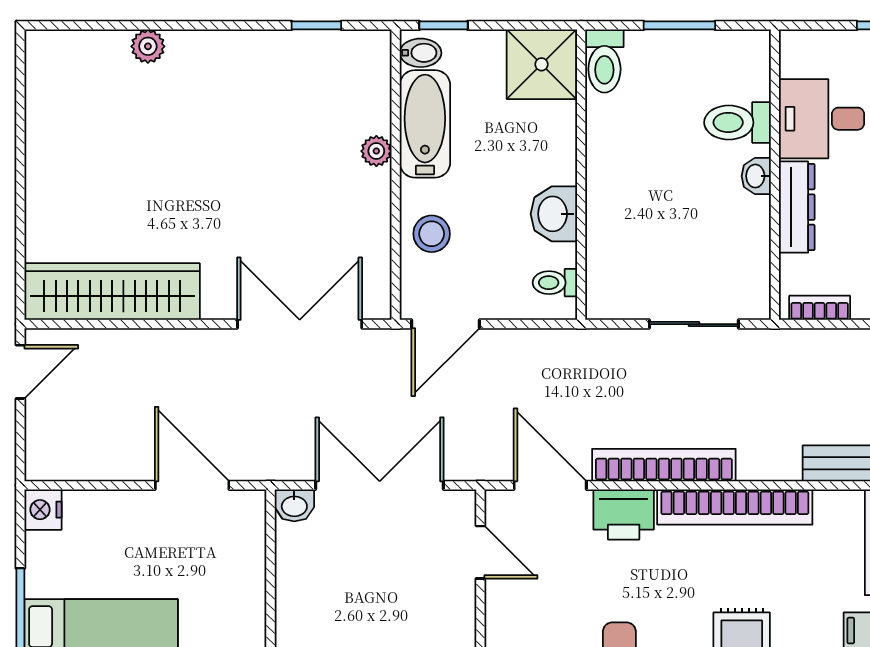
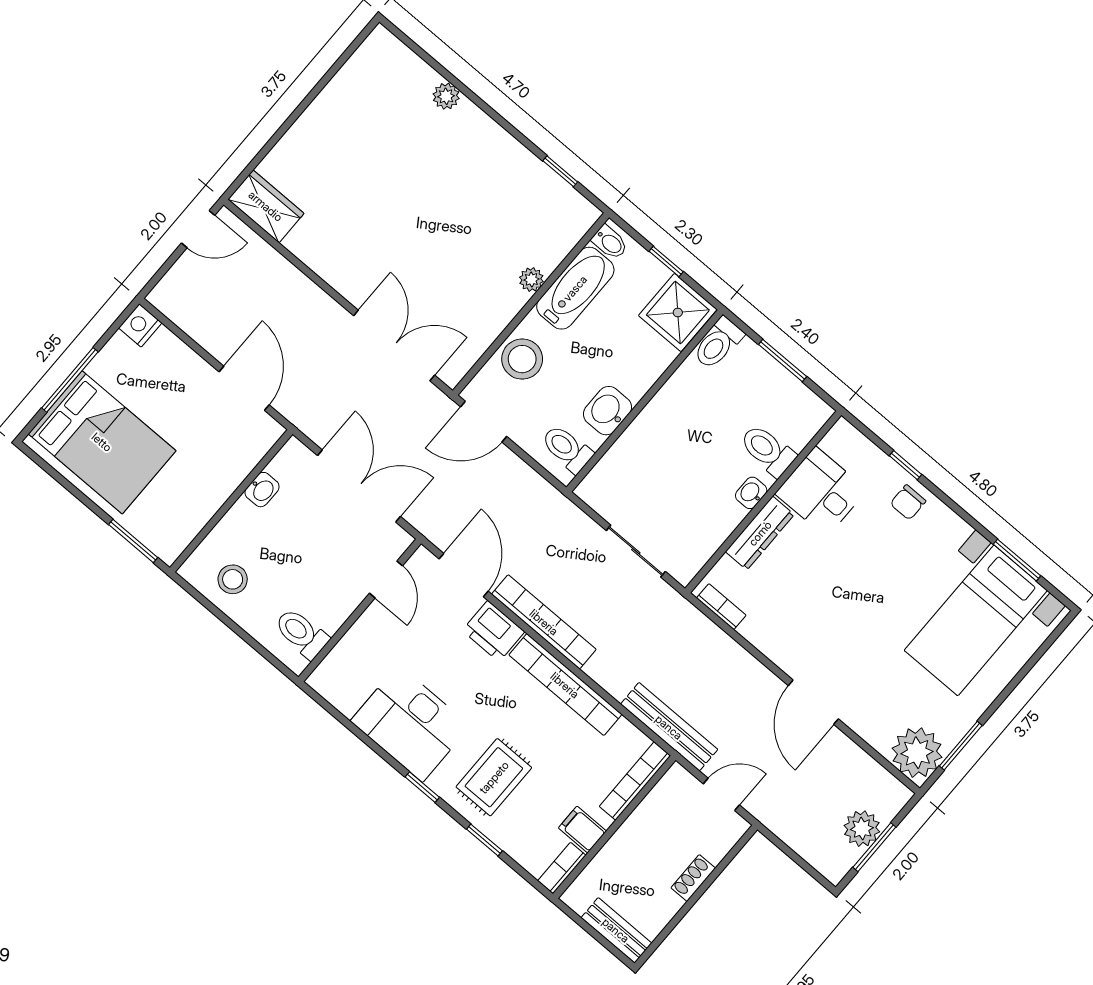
window: (444, 25) -> (666, 261), moved
stool: (432, 234) -> (522, 359), width x1.38, depth x1.38
toilet: (555, 283) -> (567, 449), width x1.37, depth x1.39
wardrobe: (112, 292) -> (266, 206), width x0.48, depth x0.85
washbasin: (294, 505) -> (262, 490), moved, turned -90

